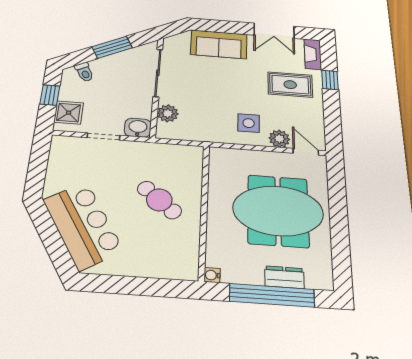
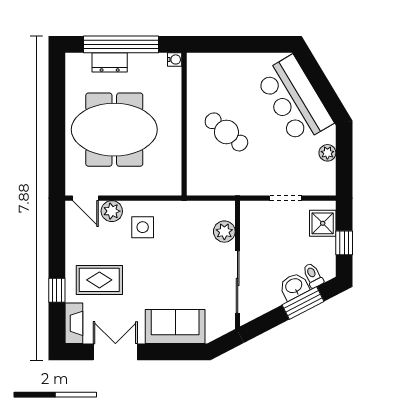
window: (112, 47) -> (303, 303), moved
washbasin: (138, 128) -> (294, 286), moved, turned 153
plant: (54, 173) -> (327, 153), added

